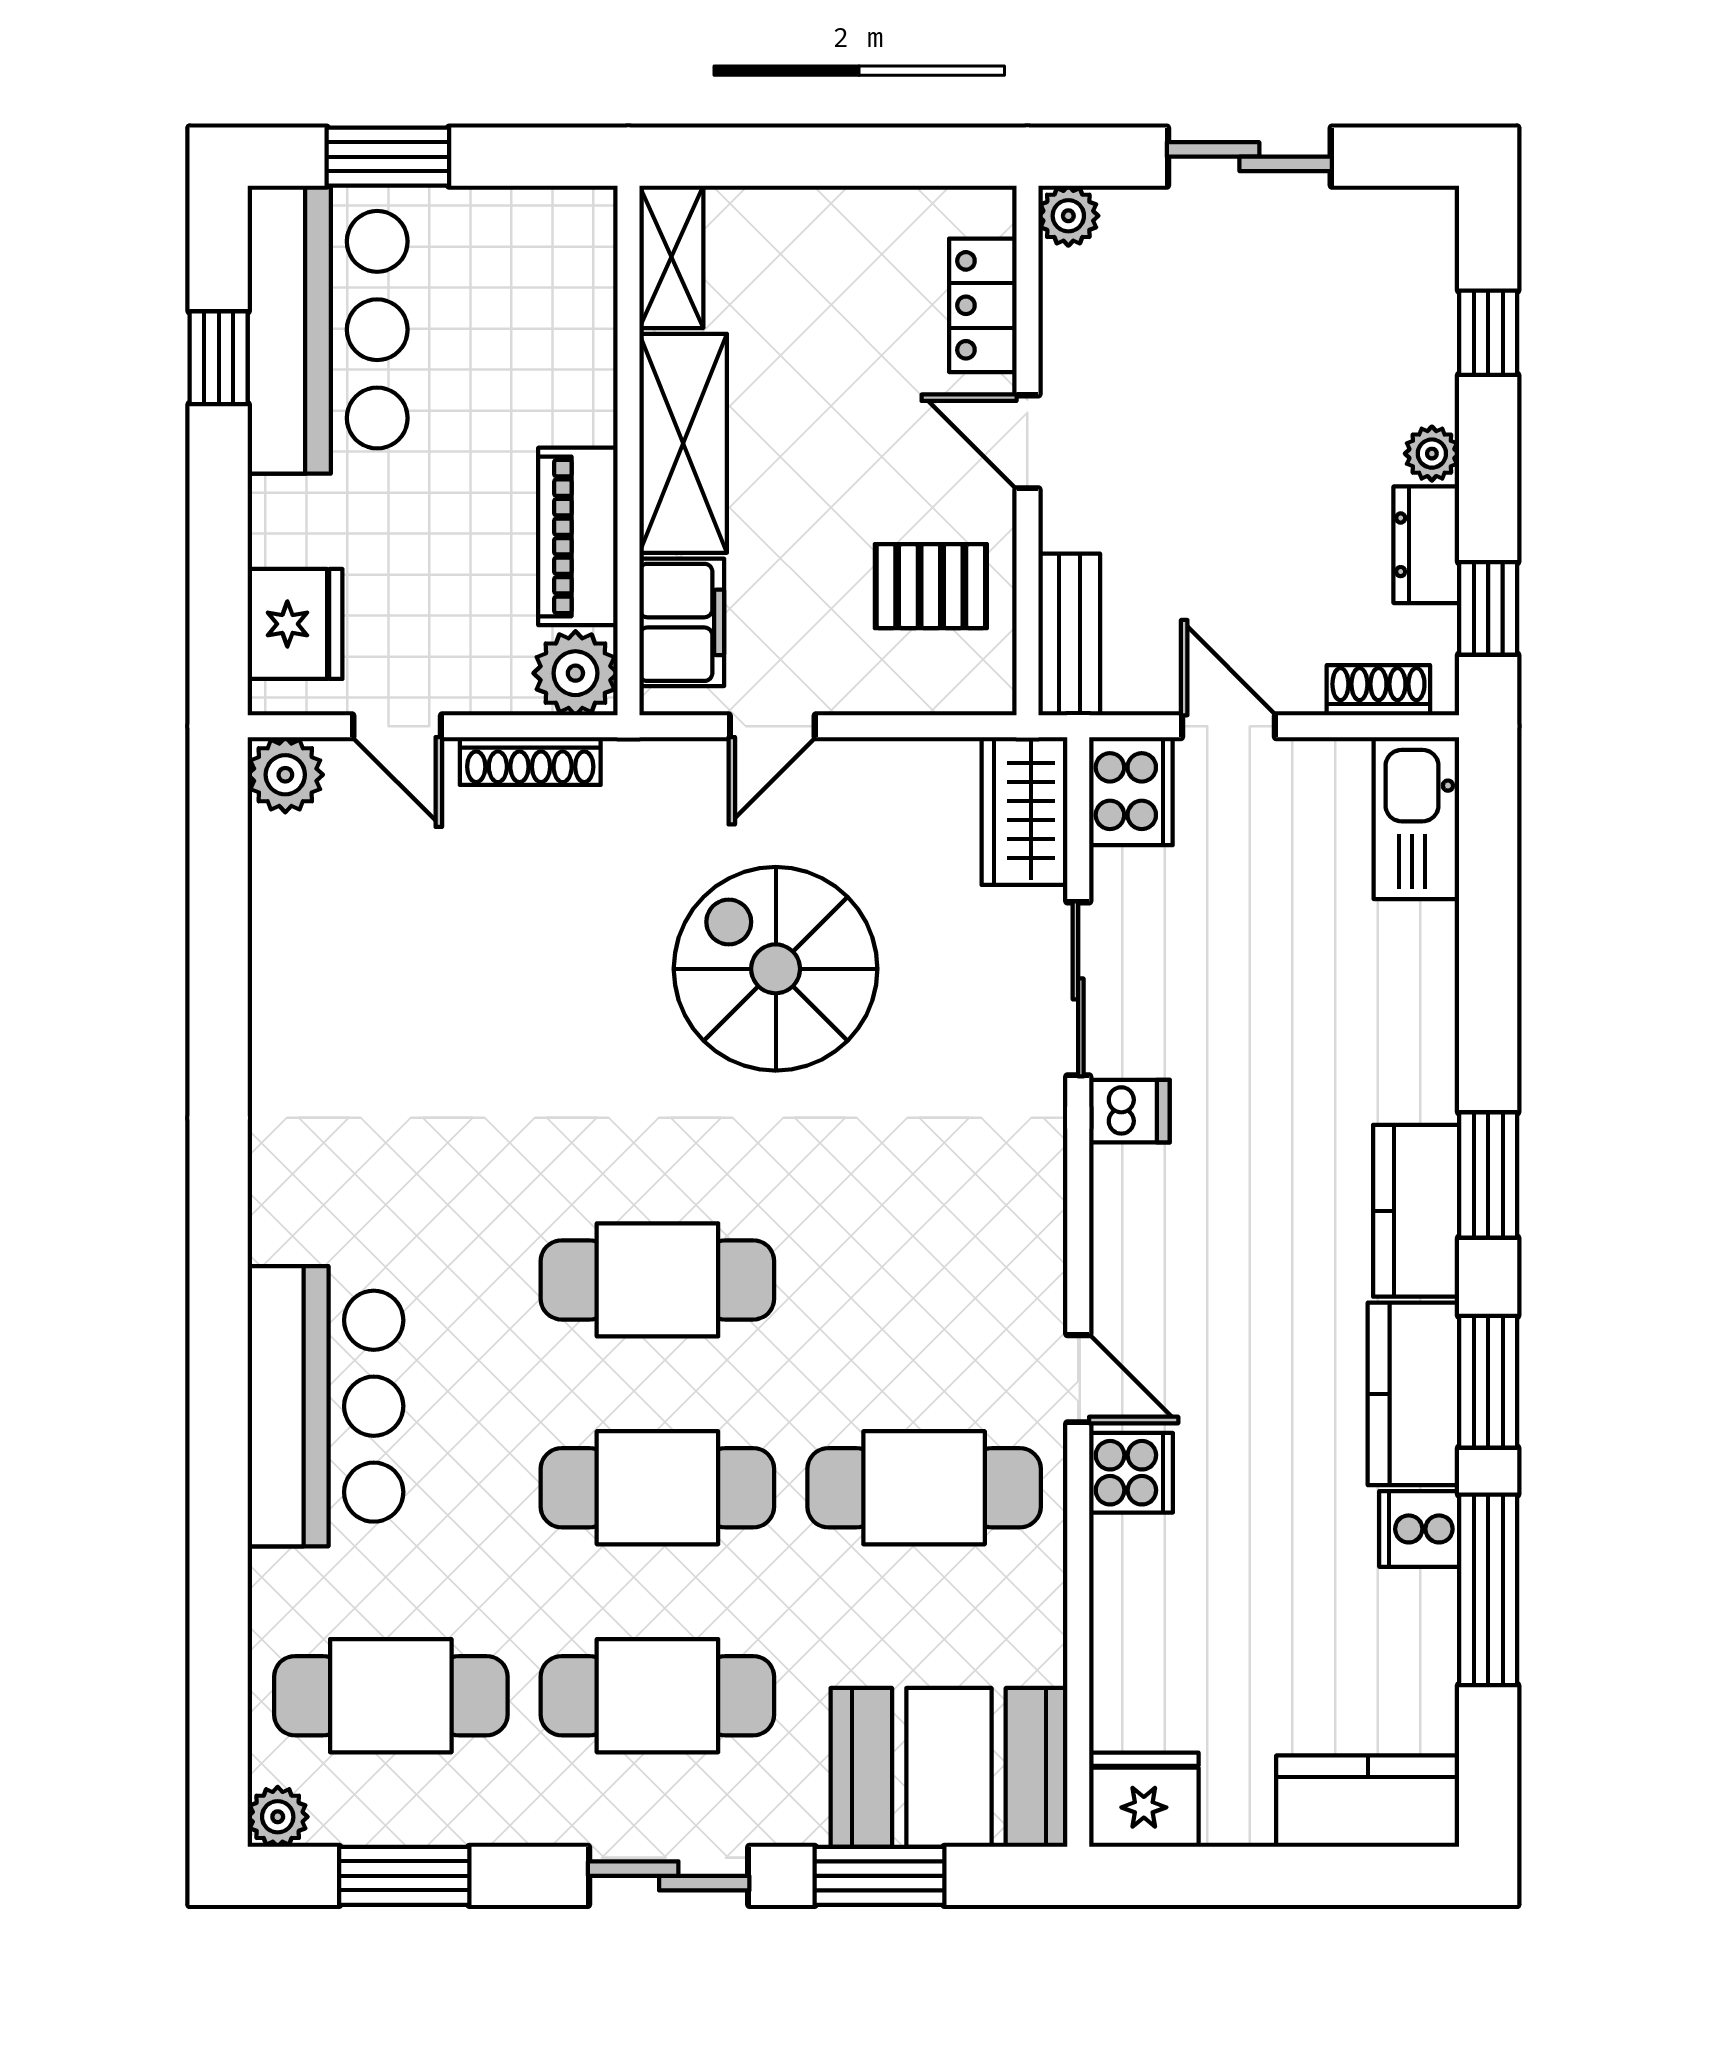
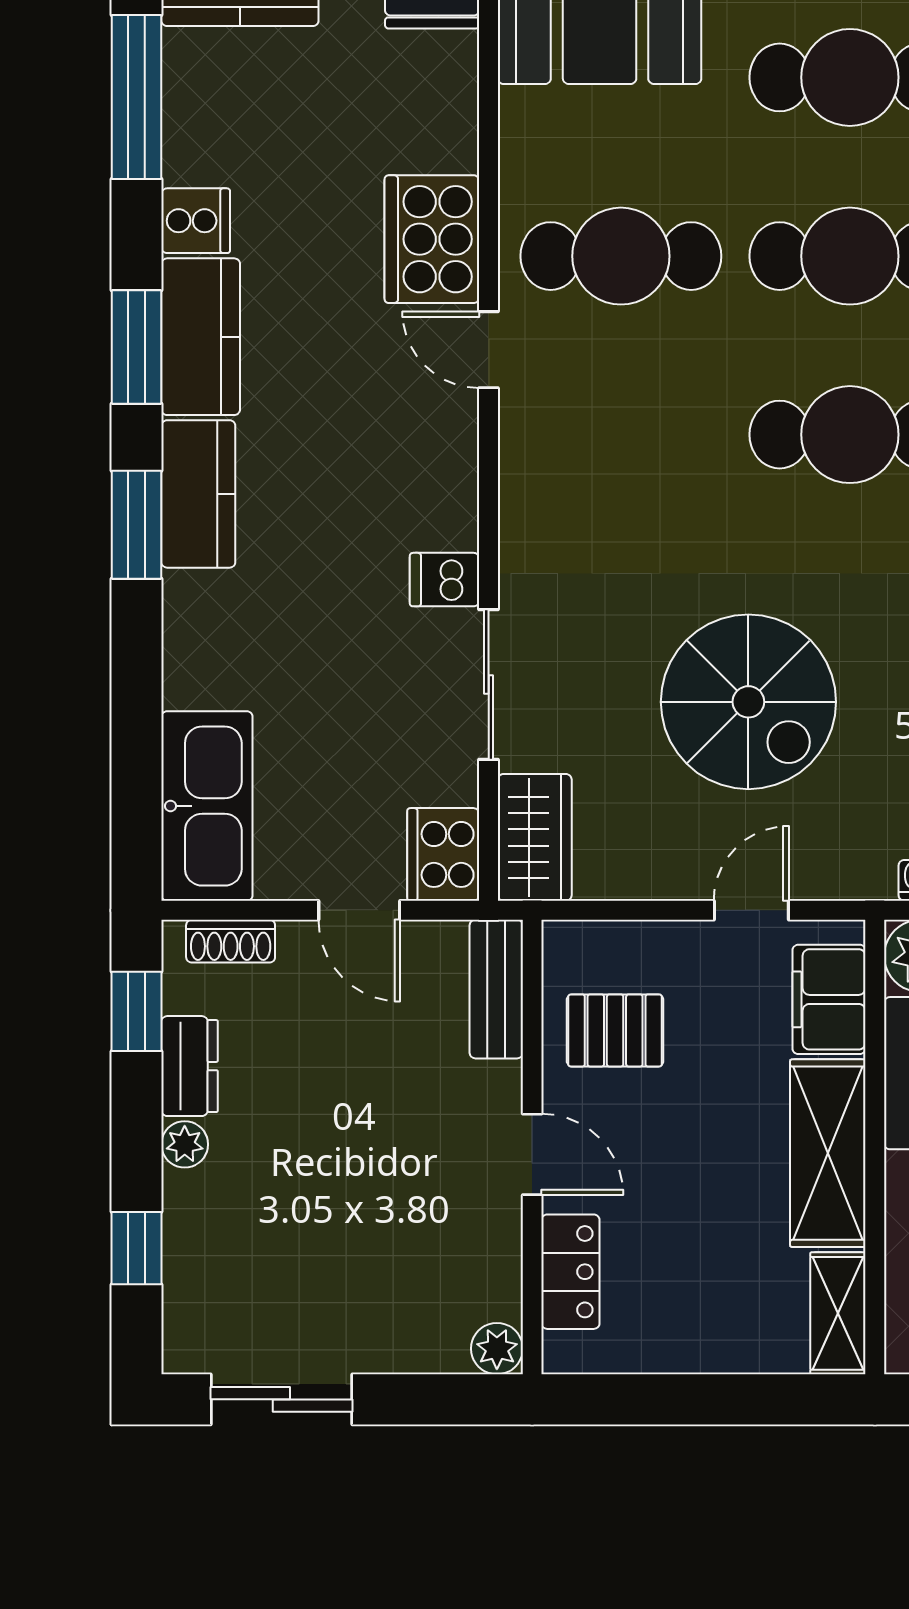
sliding door: (1249, 157) -> (281, 1399), moved
kitchen sink: (1416, 818) -> (207, 806), width x1.36, depth x1.24
cooker: (1131, 1473) -> (432, 239), width x1.87, depth x1.31
window: (1488, 1590) -> (136, 97), moved

